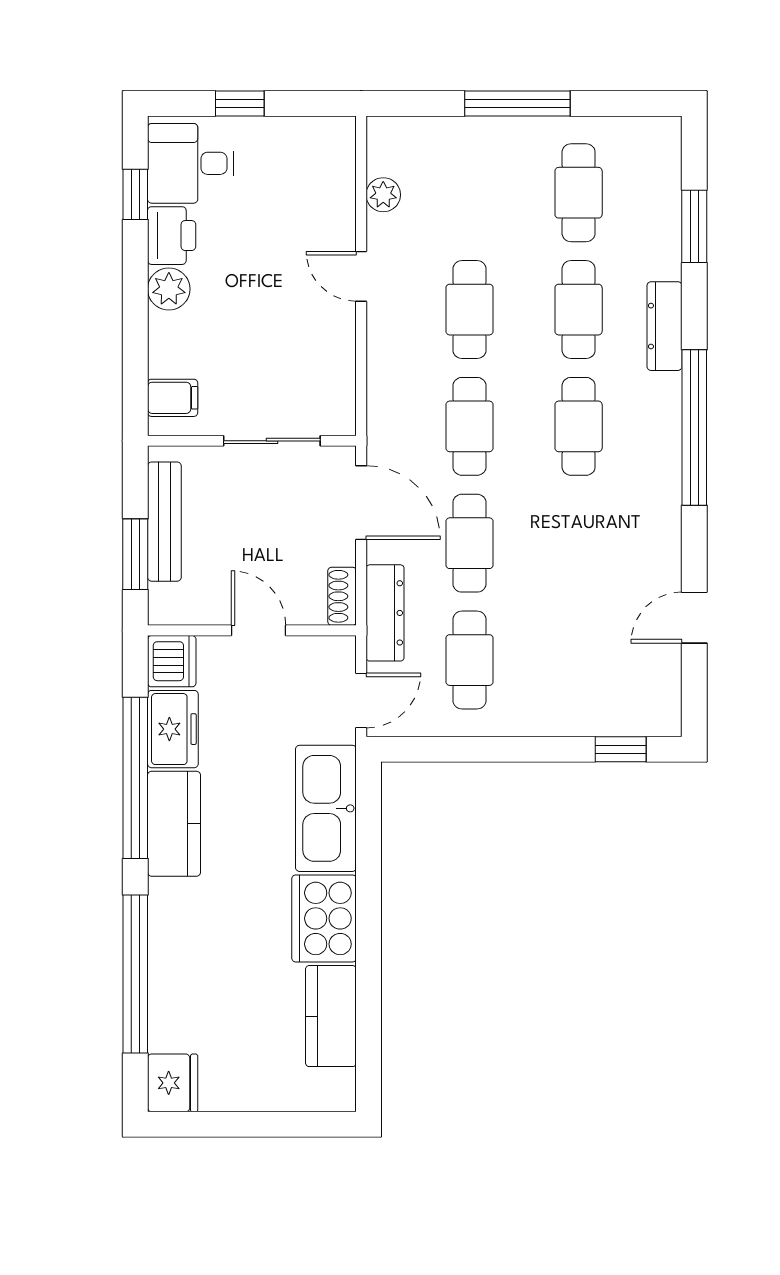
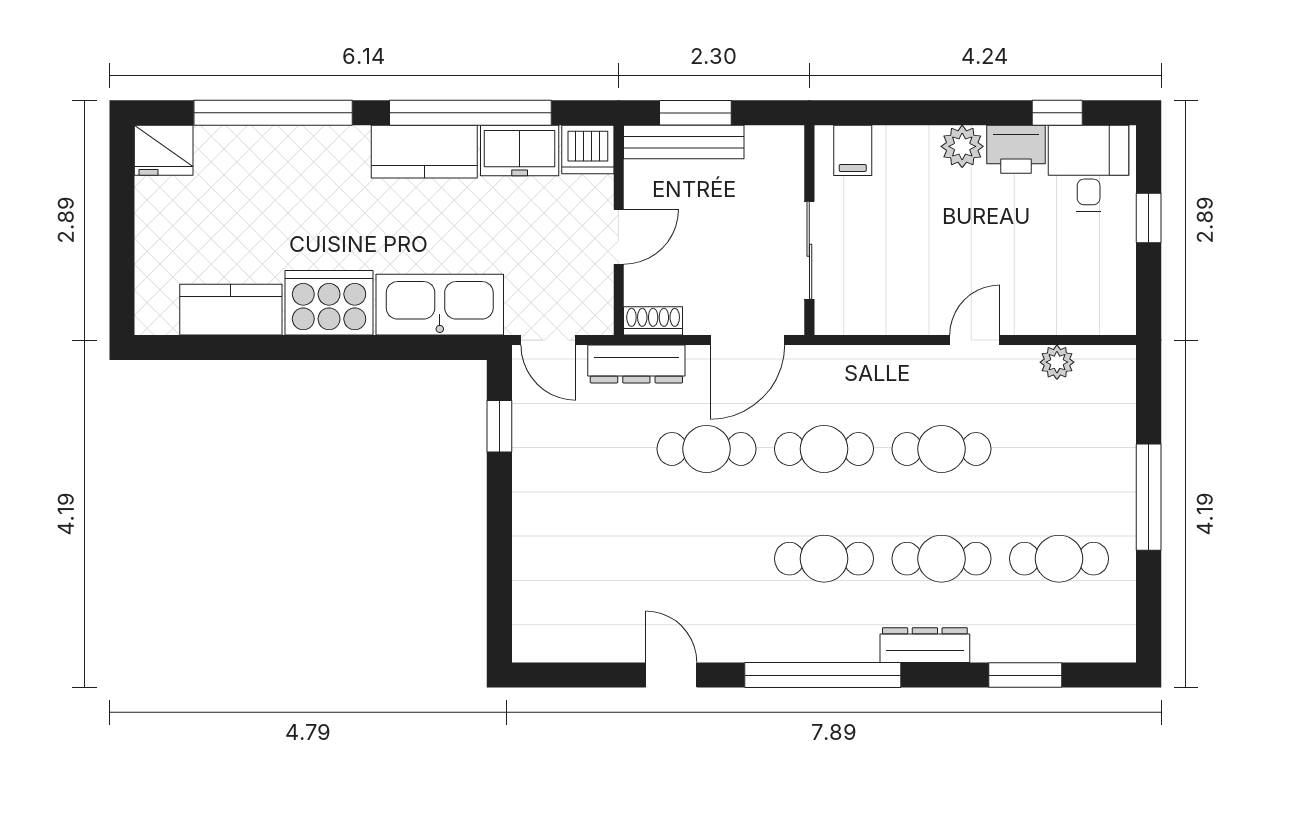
bench: (164, 522) -> (684, 142), moved
door: (694, 618) -> (671, 675), moved
cafe table: (469, 660) -> (589, 449), removed
window: (621, 749) -> (499, 426), moved

